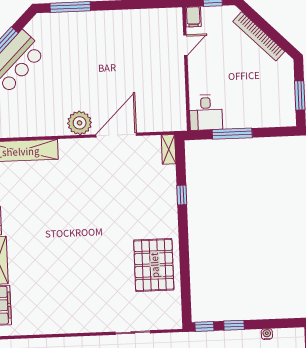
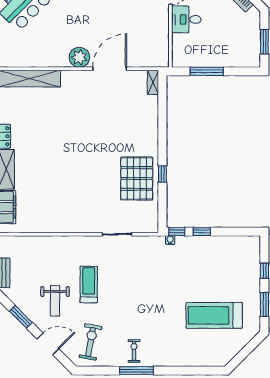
desk: (206, 112) -> (186, 19), moved, turned 90
window: (182, 195) -> (162, 174), moved
water cooler: (267, 334) -> (170, 240), moved

